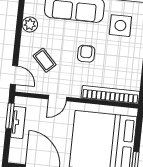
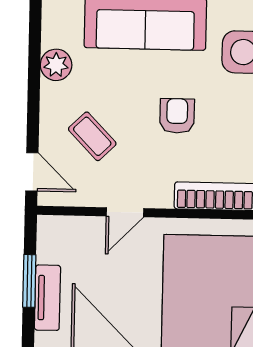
window: (10, 116) -> (29, 281), moved
tv unit: (18, 122) -> (47, 298), moved

